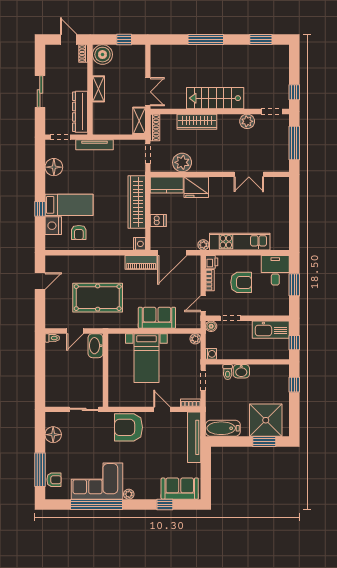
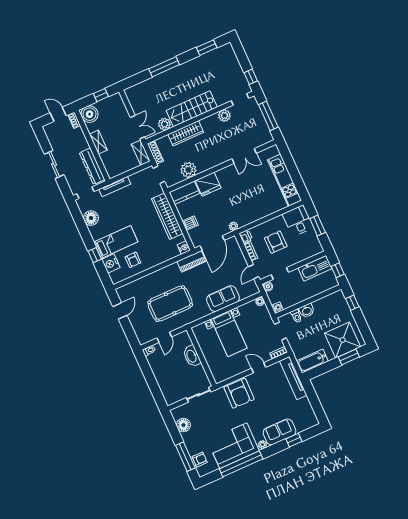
plant: (178, 102) -> (164, 124), added
kitchen unit: (240, 242) -> (285, 180), moved, turned -90
armchair: (241, 282) -> (276, 242), turned -90
washbasin: (96, 346) -> (192, 356), moved
armchair: (128, 427) -> (239, 393), turned -89
sofa: (180, 489) -> (279, 432), moved

